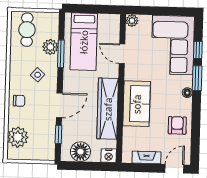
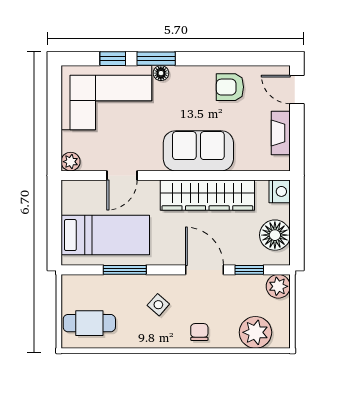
plant: (50, 47) -> (278, 286), moved
floor lamp: (187, 93) -> (161, 73), moved

